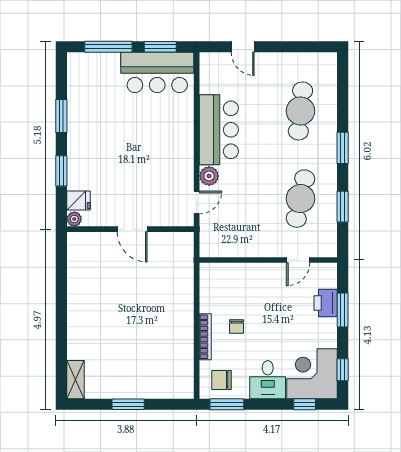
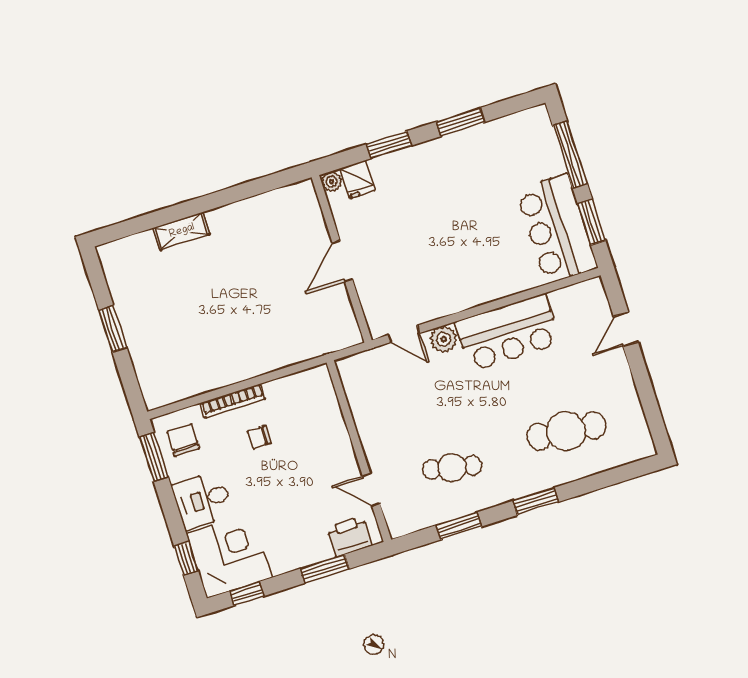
cafe table: (300, 199) -> (452, 468), width x0.73, depth x0.74
printer: (326, 303) -> (350, 536), moved
shelving: (76, 380) -> (182, 231), moved

